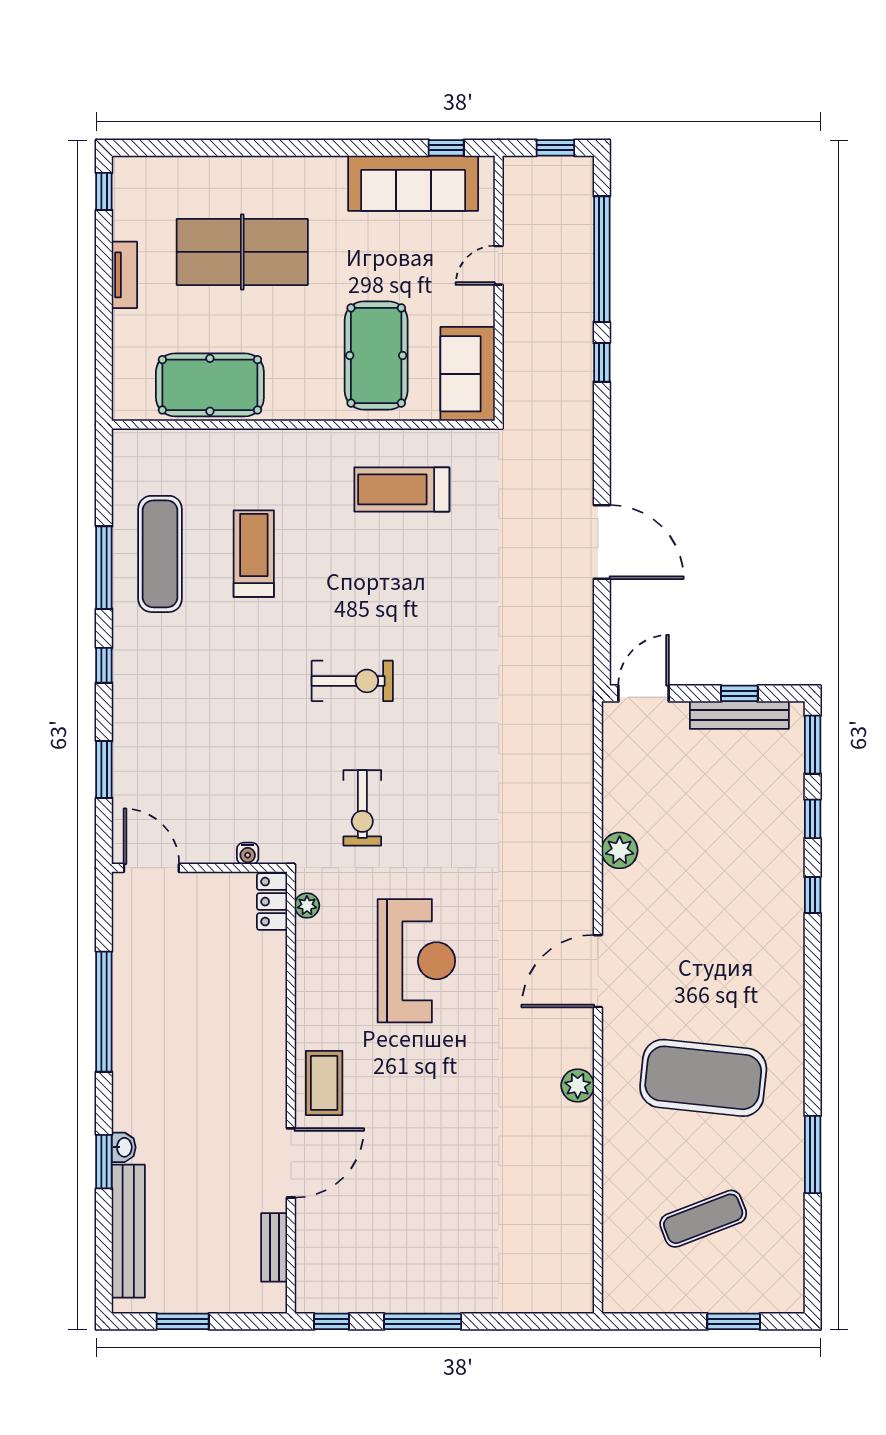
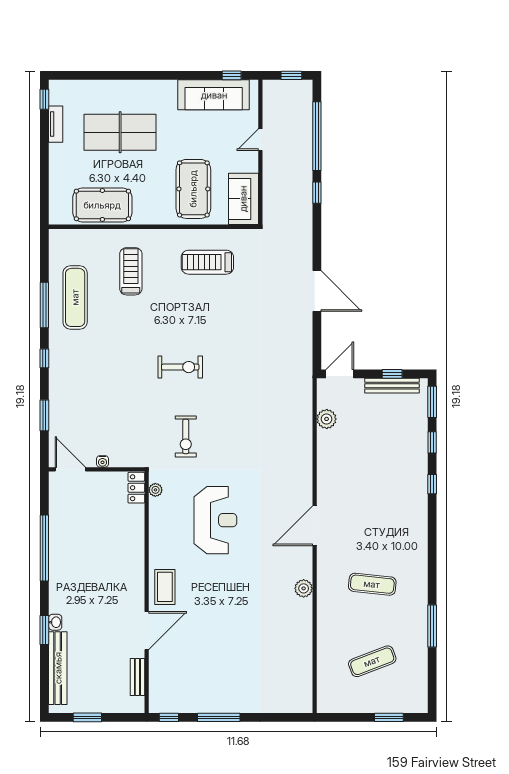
tv unit: (124, 275) -> (56, 124), moved
treadmill: (254, 554) -> (131, 271), moved
plant: (620, 850) -> (327, 419), moved
water cooler: (248, 853) -> (103, 461), moved
exercise mat: (703, 1078) -> (372, 584), width x0.50, depth x0.69

